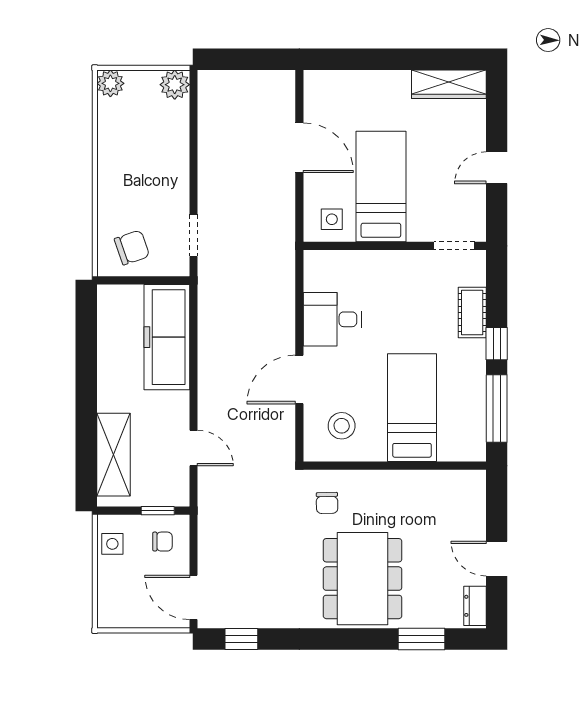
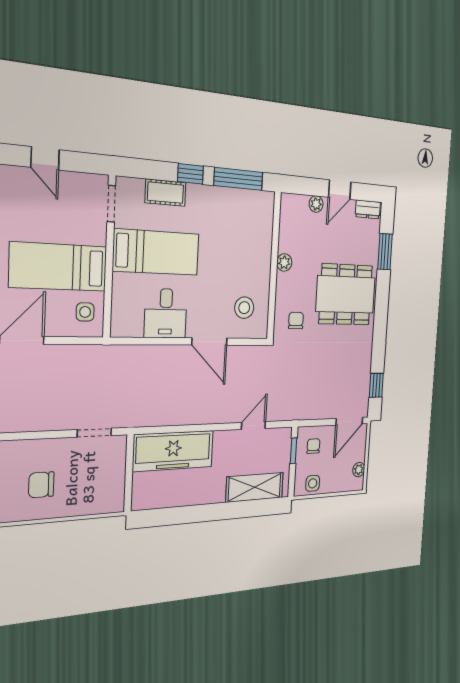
chair: (132, 247) -> (41, 485), moved, turned -71
bed: (412, 408) -> (156, 252), moved, turned 180
plant: (400, 481) -> (284, 262), added
chair: (327, 503) -> (296, 320), turned -89
plant: (476, 524) -> (316, 204), added
plant: (126, 618) -> (359, 470), added

